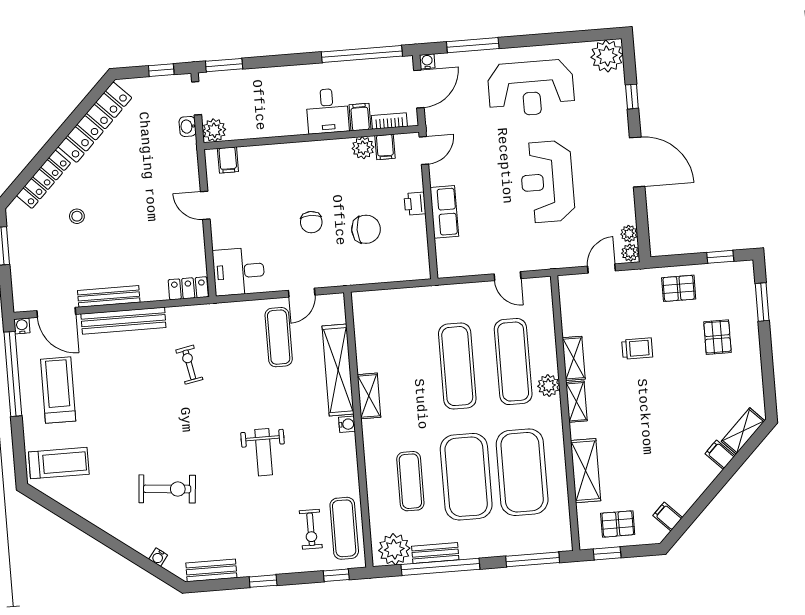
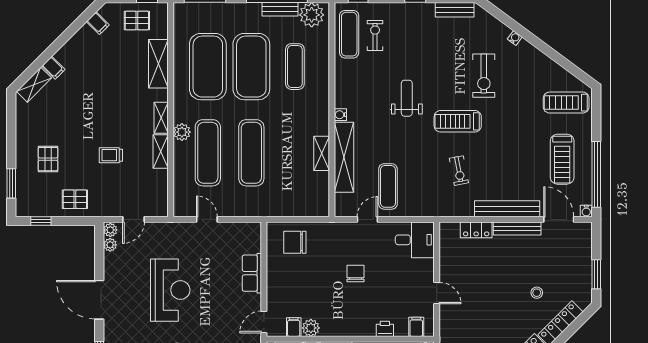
printer: (415, 204) -> (385, 329), moved, turned -90
chair: (366, 229) -> (295, 242), moved
locker: (188, 288) -> (476, 230), moved
shelving: (369, 396) -> (322, 153), moved
treadmill: (196, 428) -> (458, 121), added
exercise bike: (167, 489) -> (484, 76), turned -95
water cooler: (158, 557) -> (515, 38), moved

